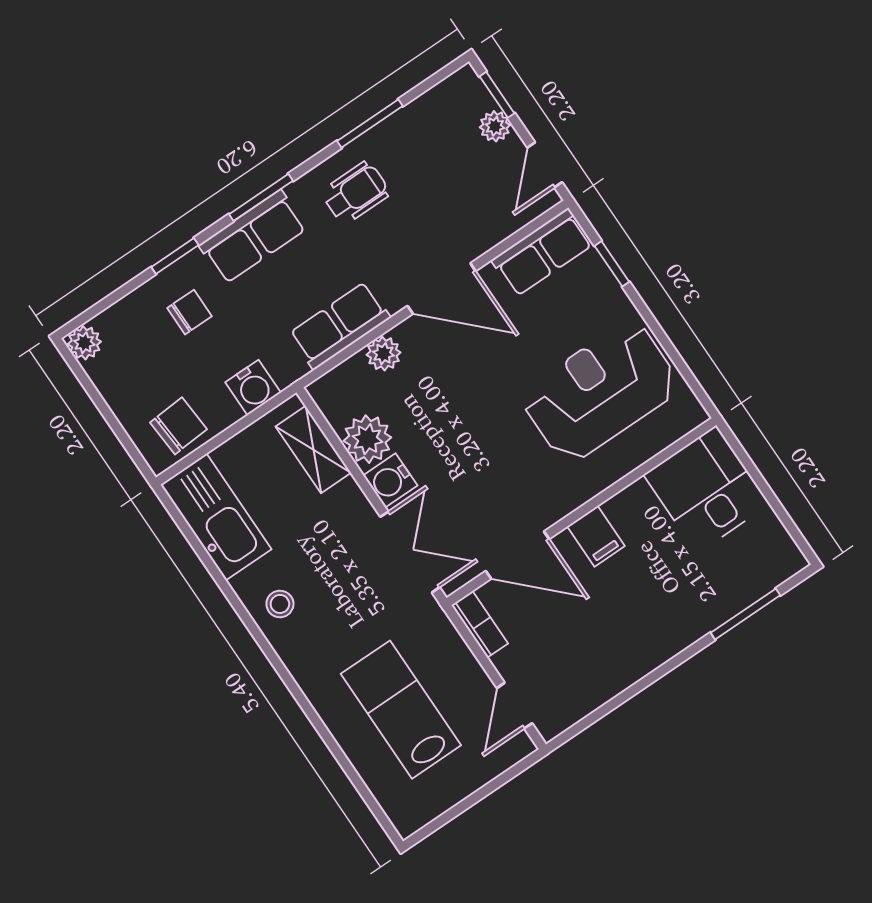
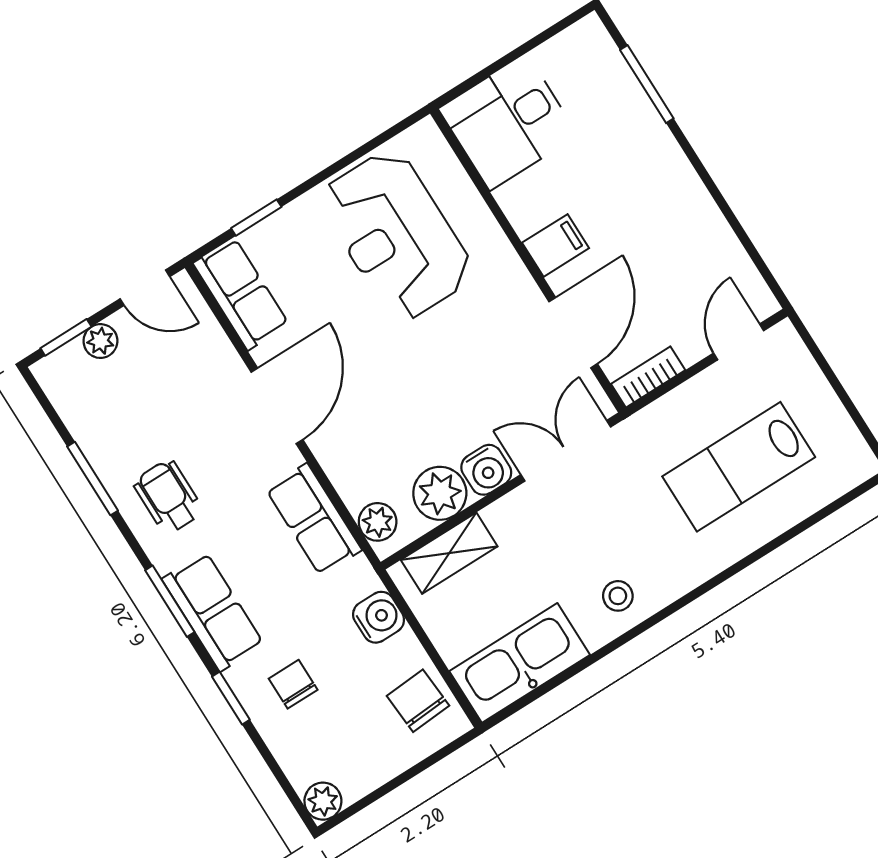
plant: (383, 354) -> (378, 522), moved
door: (514, 706) -> (739, 342), swing flipped

